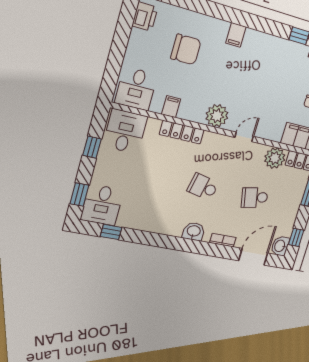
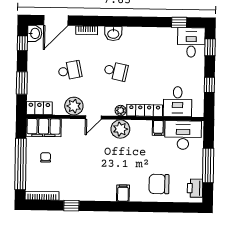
window: (120, 42) -> (208, 165), added
chair: (186, 49) -> (159, 184), moved
desk: (136, 89) -> (183, 135), width x1.37
desk: (125, 131) -> (178, 102), moved
plant: (210, 138) -> (121, 111), added
plant: (275, 158) -> (74, 106), moved

